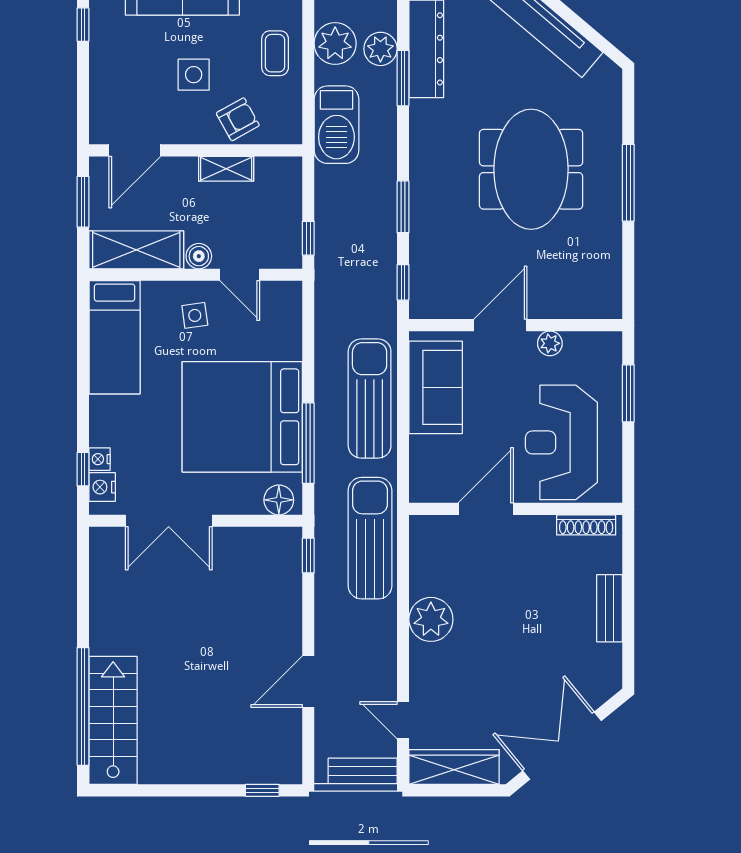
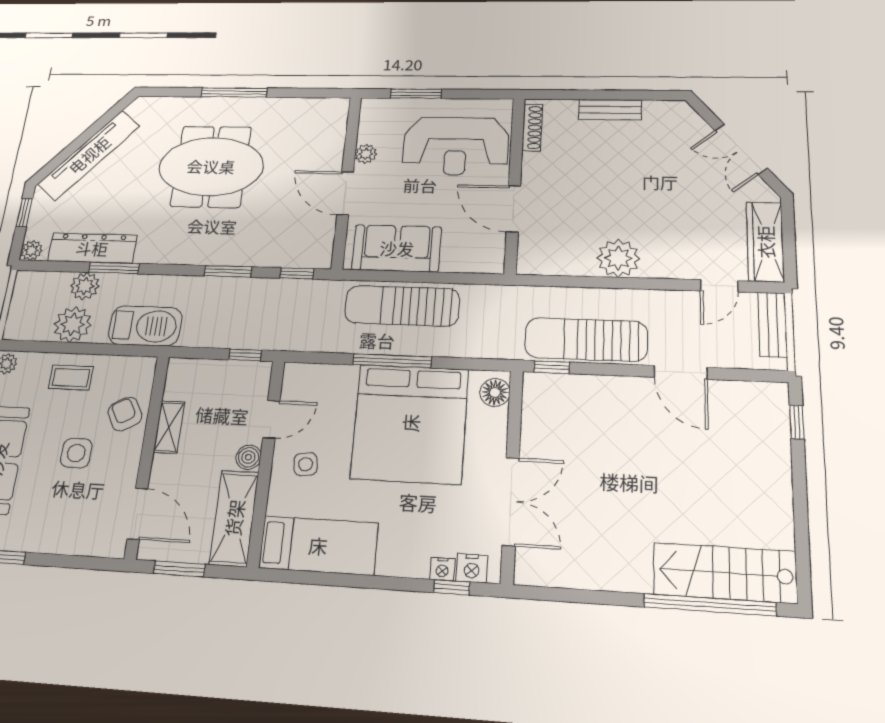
window: (308, 443) -> (392, 361), moved
sun lounger: (370, 538) -> (586, 339), moved
double door: (562, 746) -> (741, 149), width x0.73

